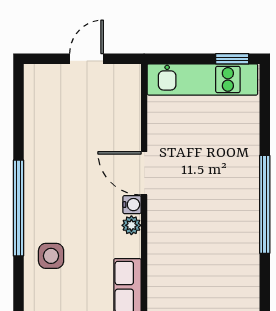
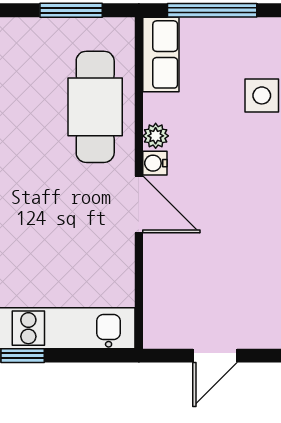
cafe table: (177, 247) -> (95, 107), added

